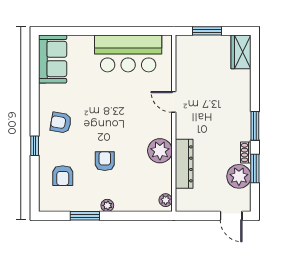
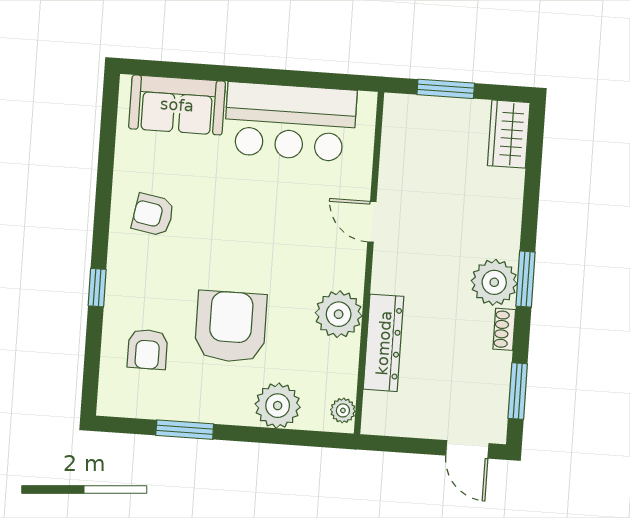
sofa: (53, 59) -> (177, 105), moved, turned 90
armchair: (61, 123) -> (153, 215), moved
armchair: (105, 161) -> (231, 327), width x1.88, depth x1.88
window: (255, 168) -> (518, 391), moved
plant: (239, 176) -> (494, 282), moved
plant: (107, 205) -> (278, 406), moved, width x1.88, depth x1.88

